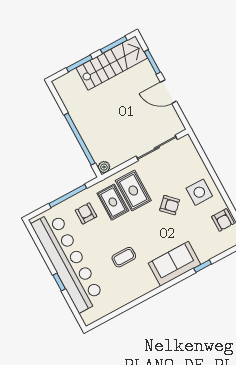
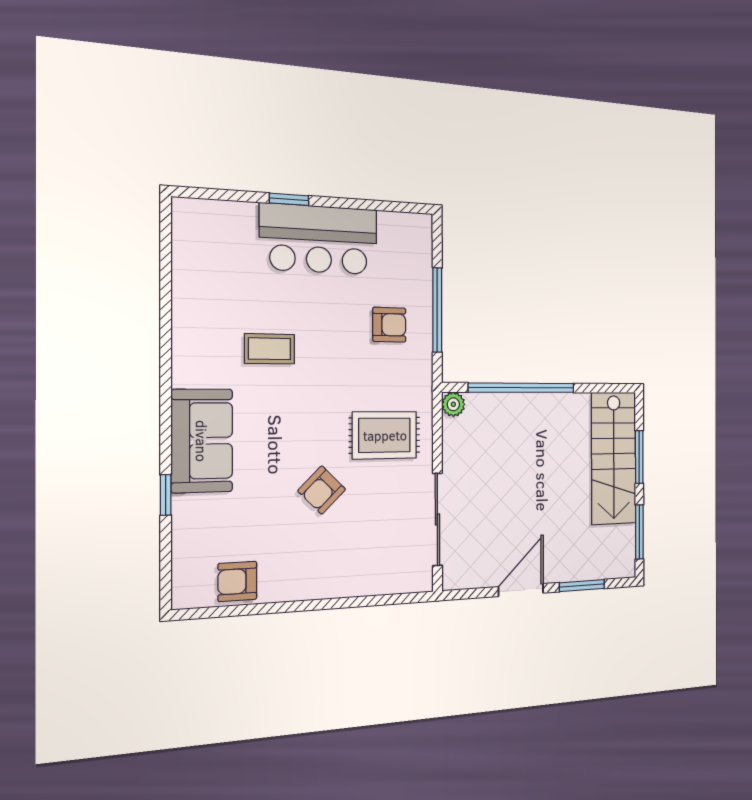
stairs: (112, 63) -> (614, 458), moved
side table: (199, 192) -> (316, 560), removed
rug: (113, 202) -> (384, 386), removed
coffee table: (124, 257) -> (270, 349), turned 90
bar counter: (68, 262) -> (319, 239), width x0.54

